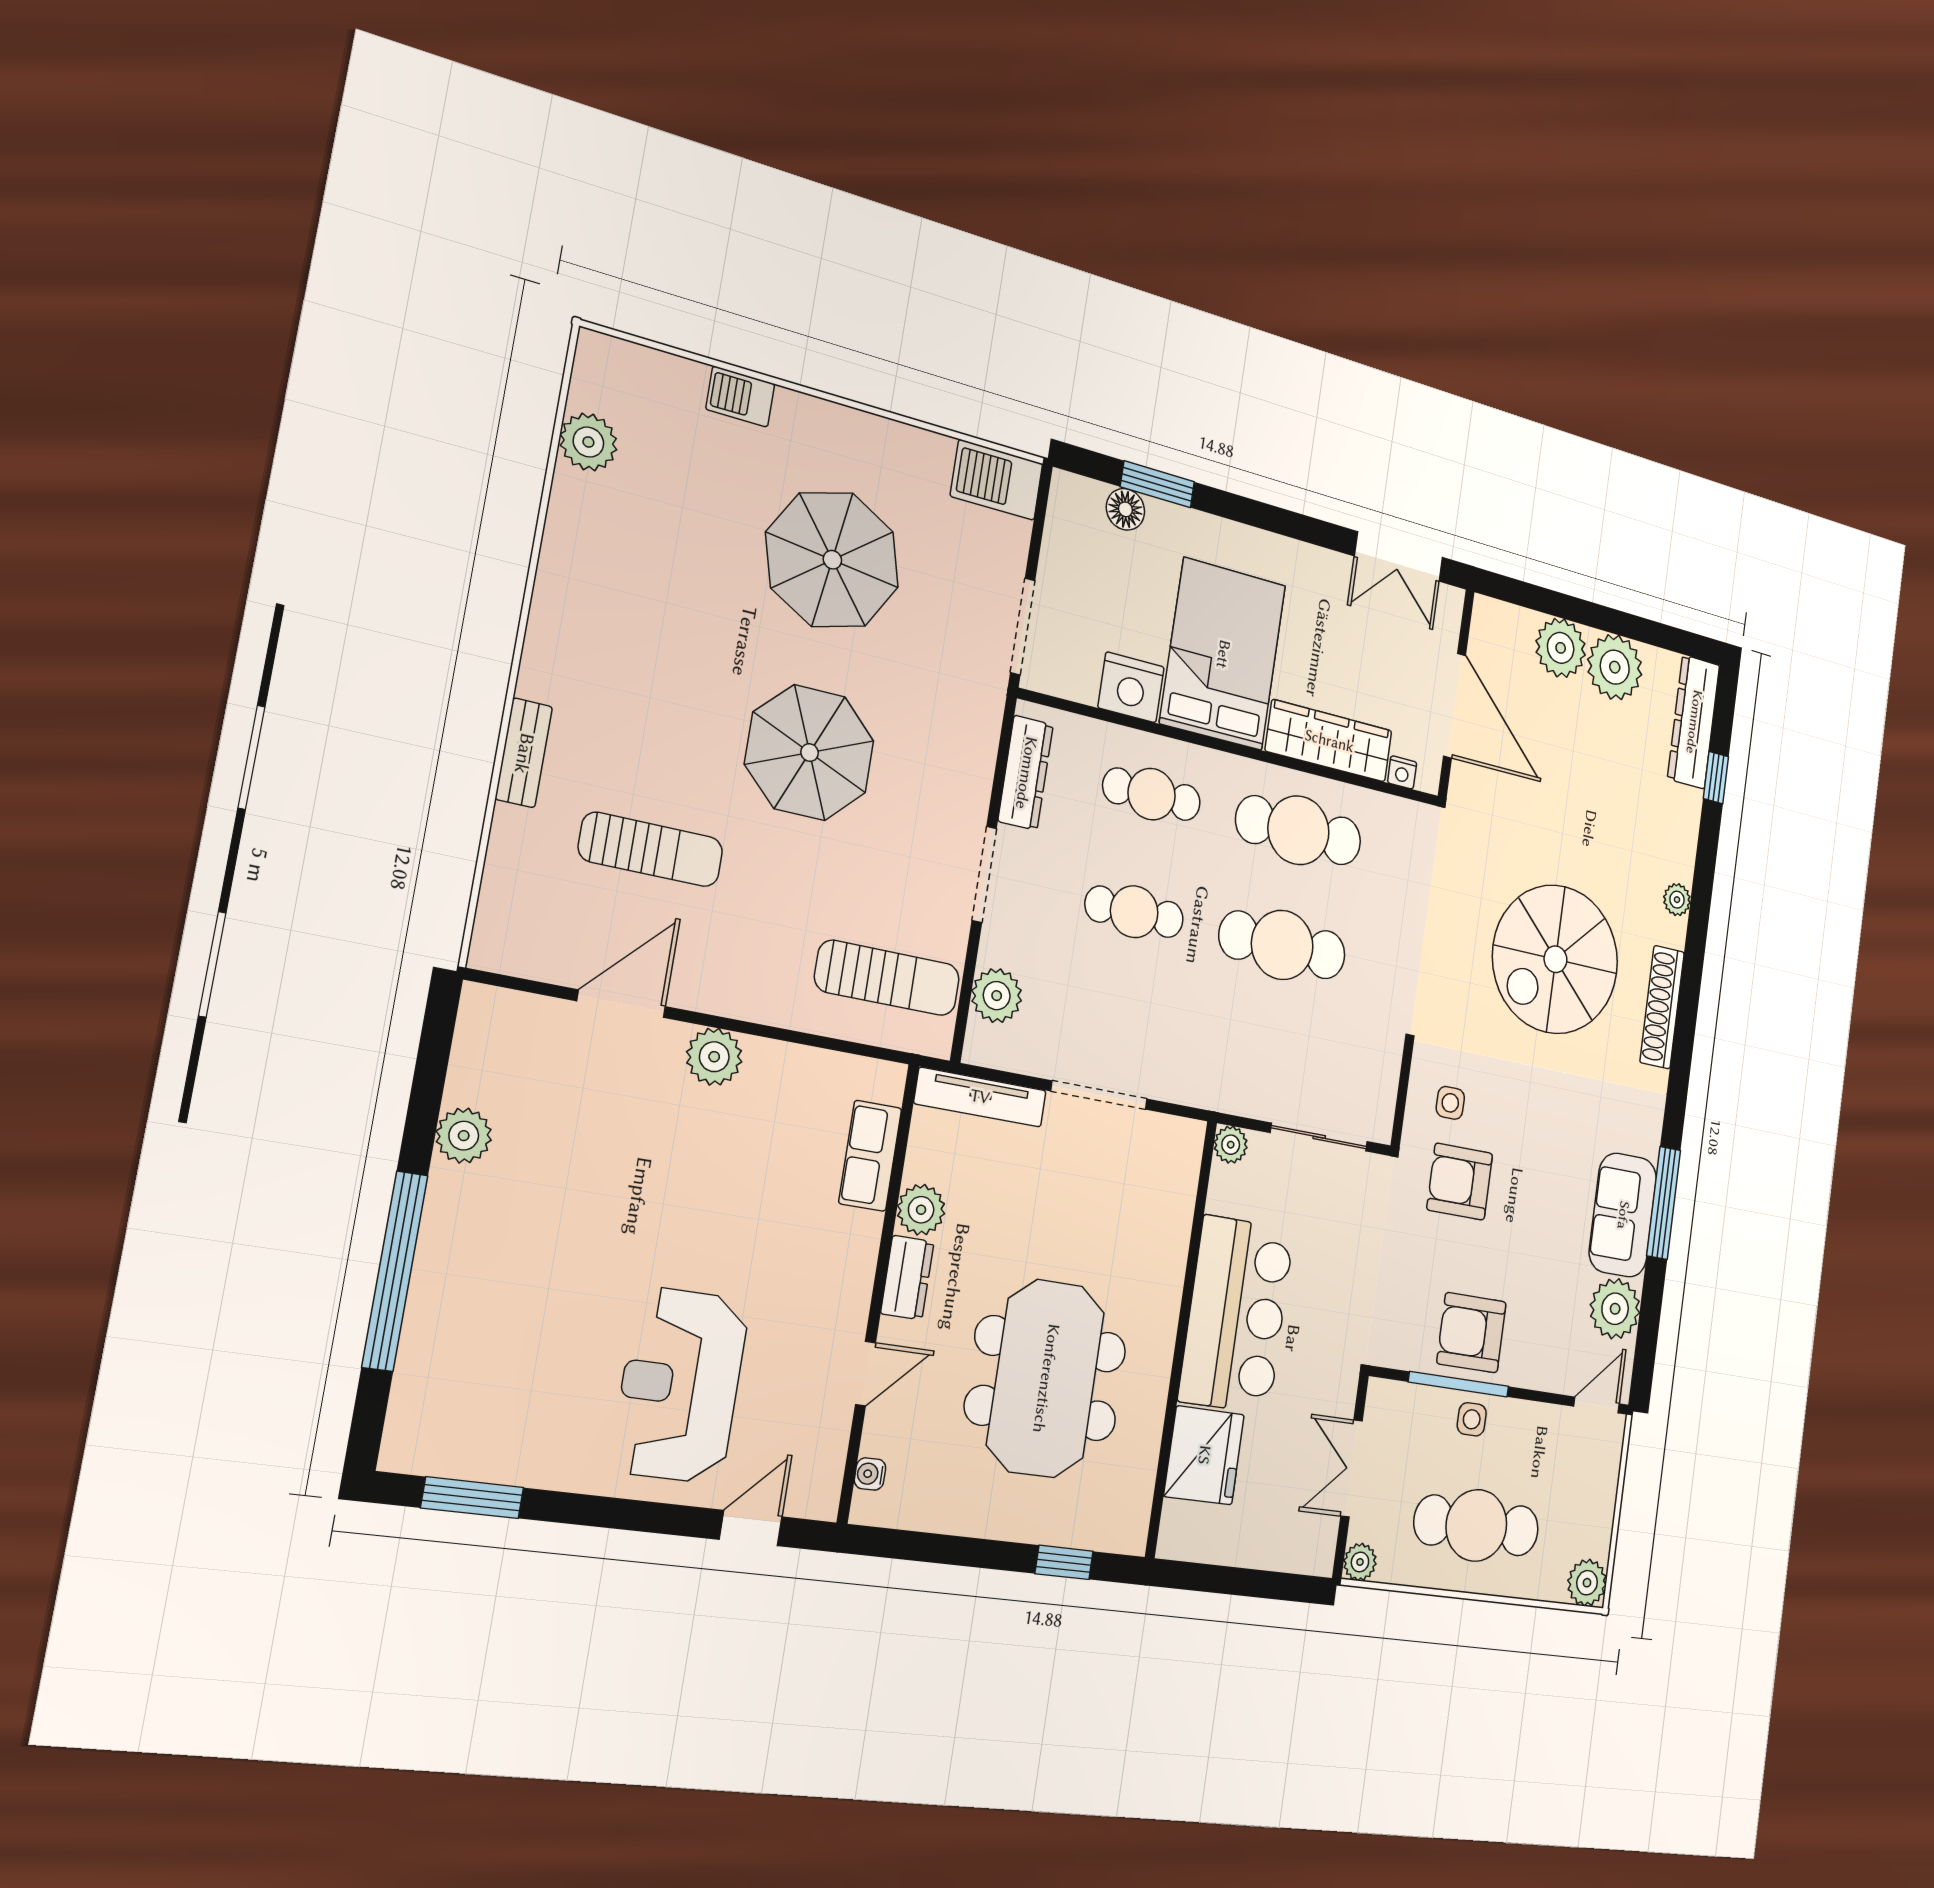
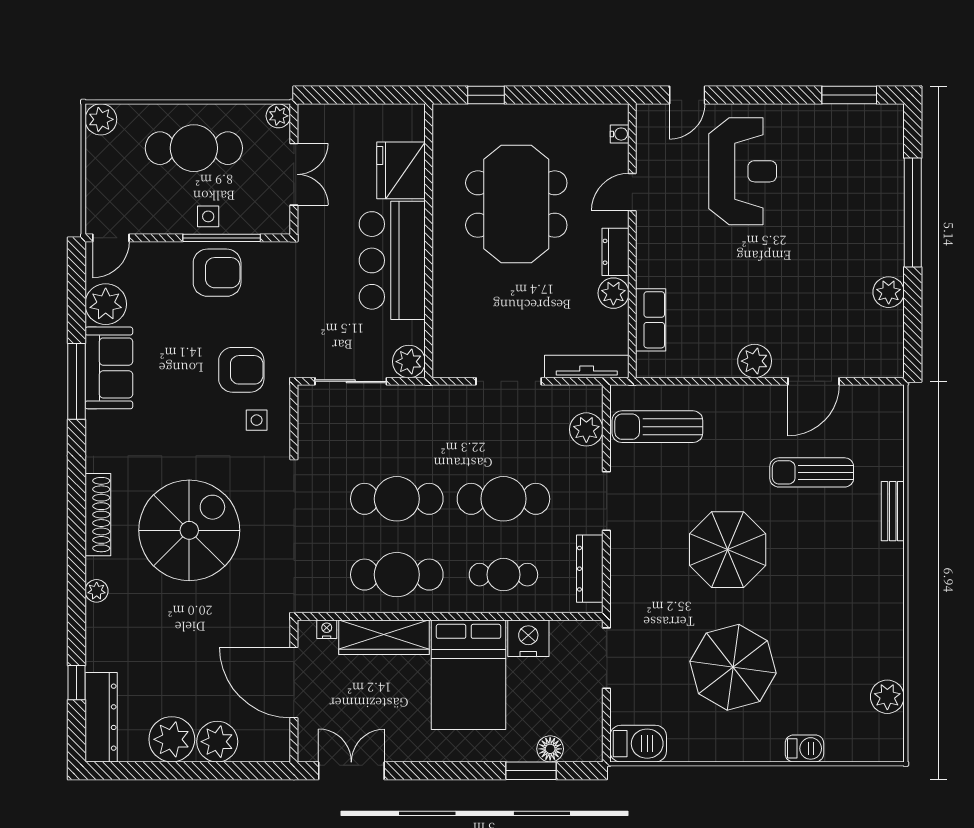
cafe table: (1134, 912) -> (503, 499), width x1.37, depth x1.35
plant: (1231, 1145) -> (409, 362), width x1.38, depth x1.38

